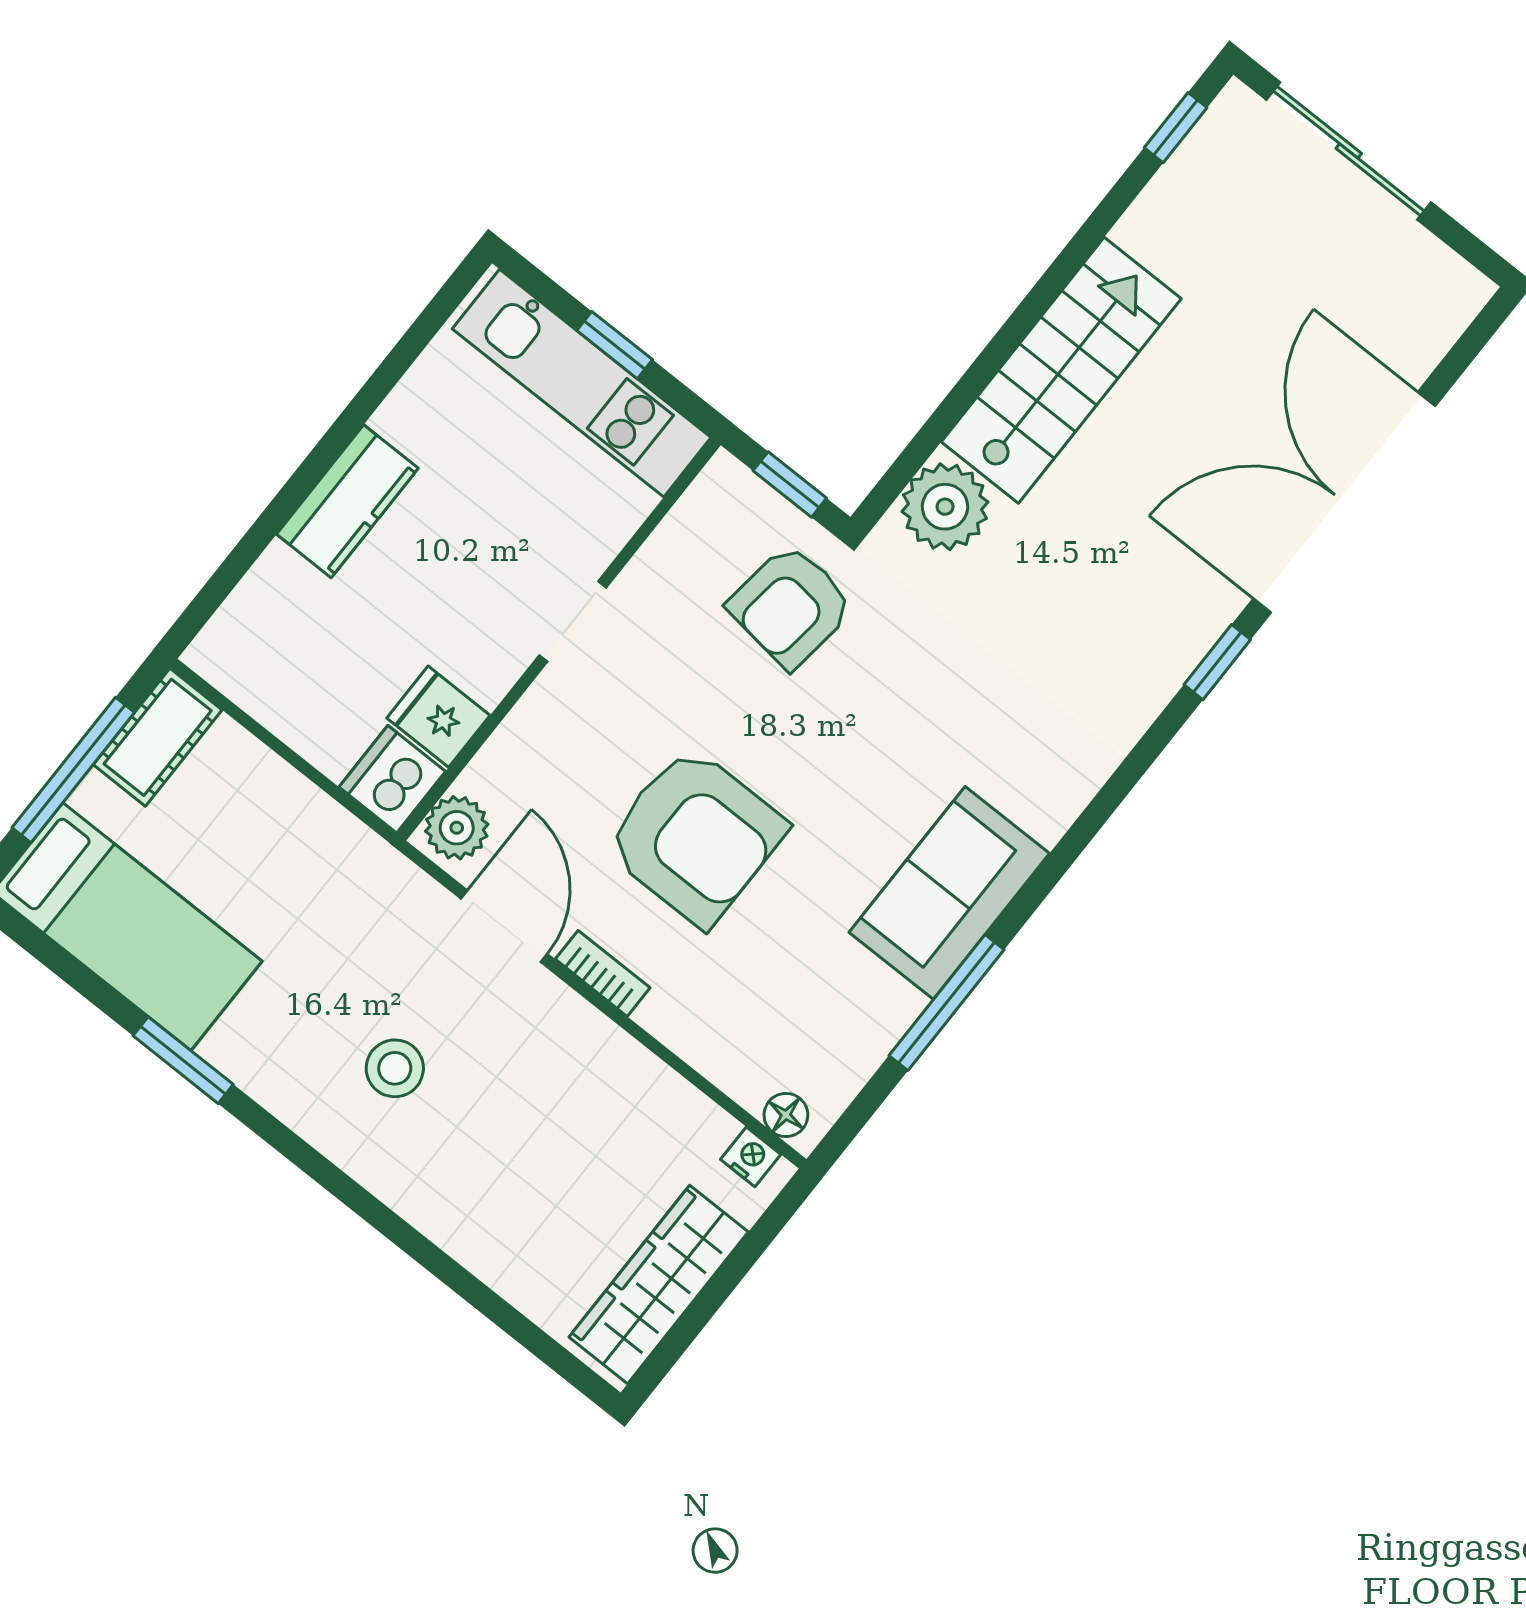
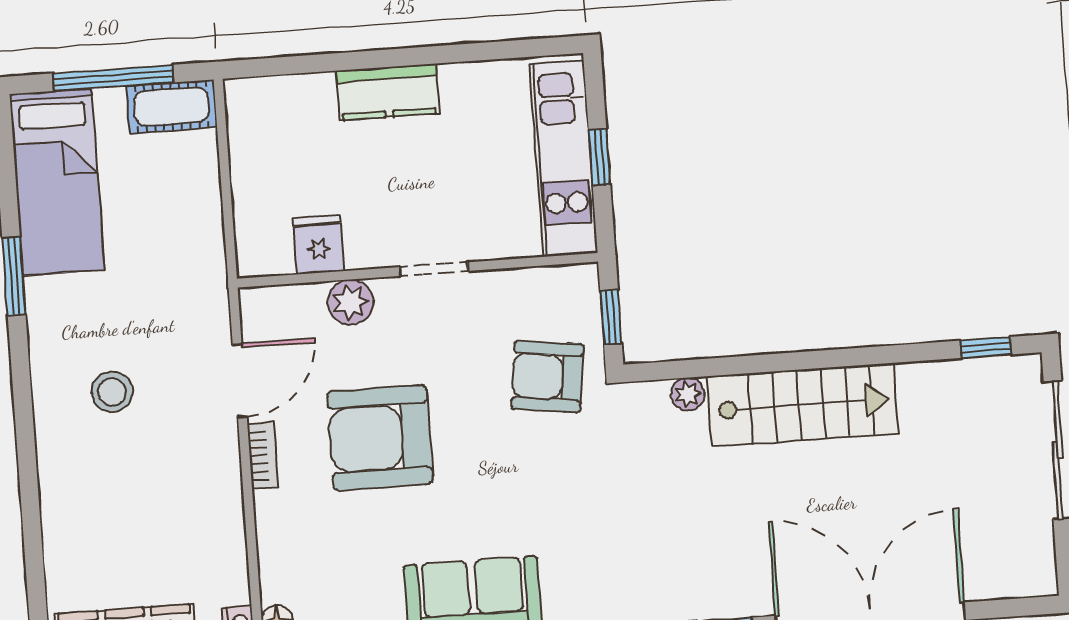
plant: (945, 507) -> (688, 394), width x0.53, depth x0.53
dishwasher: (392, 779) -> (263, 250), removed
plant: (457, 828) -> (351, 302), moved
armchair: (695, 836) -> (380, 438), turned 90

